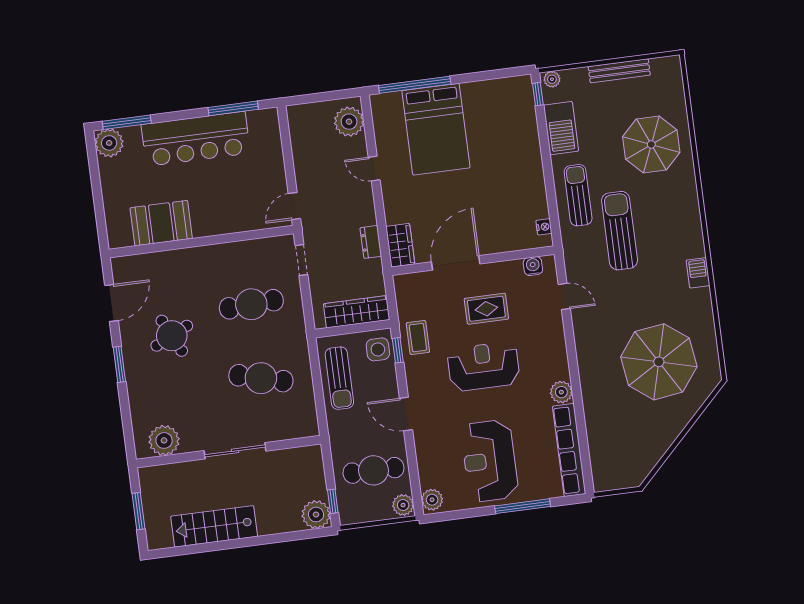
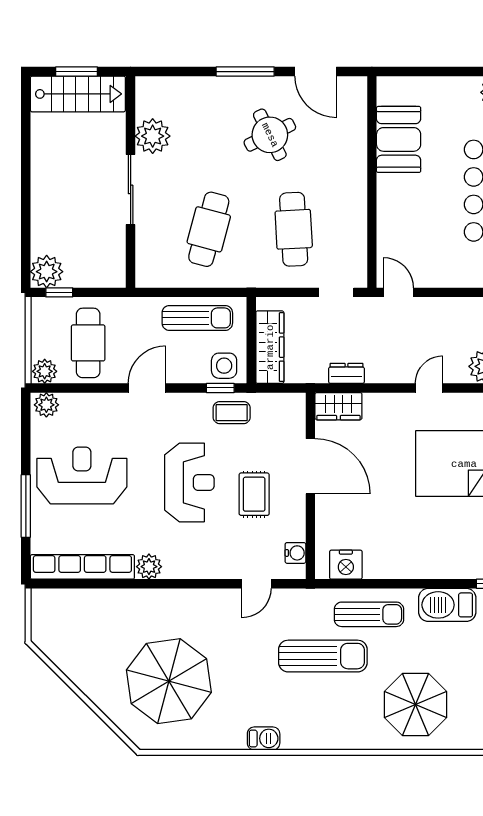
nightstand: (544, 227) -> (346, 565), width x1.89, depth x1.79
window: (119, 364) -> (245, 72), width x1.44
sun lounger: (339, 378) -> (197, 318), turned 180
plant: (164, 440) -> (153, 136), moved
stairs: (214, 526) -> (78, 94), moved, turned 90

